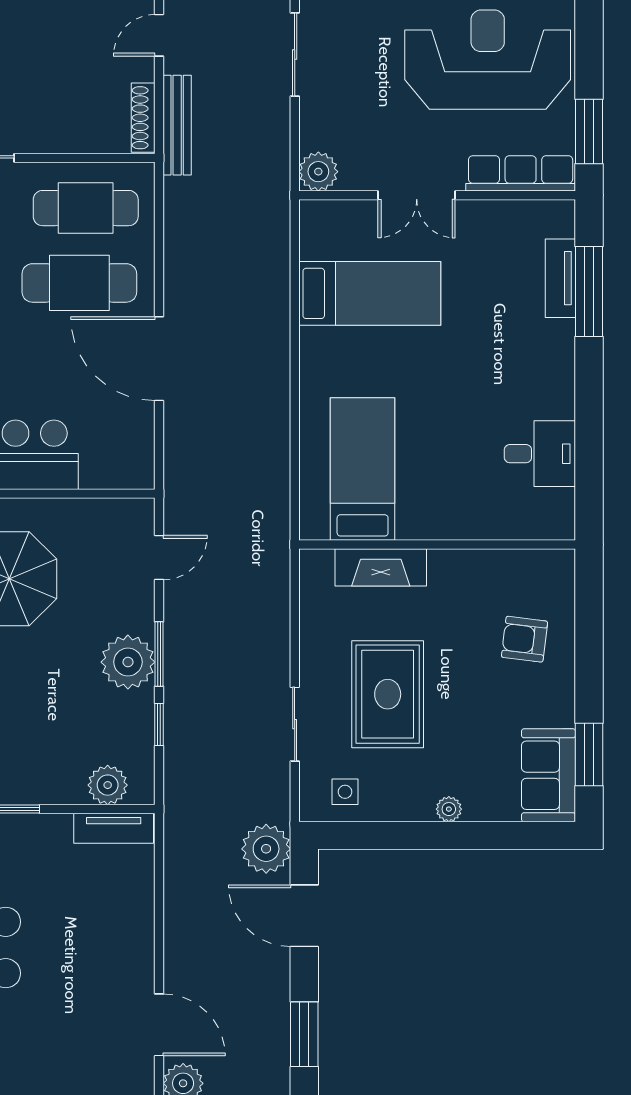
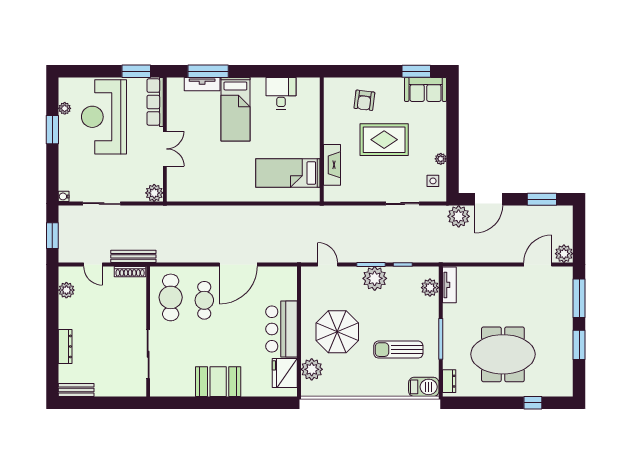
cafe table: (79, 283) -> (204, 300), width x0.73, depth x0.74
bed: (370, 293) -> (235, 109), moved, turned 180
rug: (388, 694) -> (384, 140), moved
plant: (449, 809) -> (441, 159), moved

